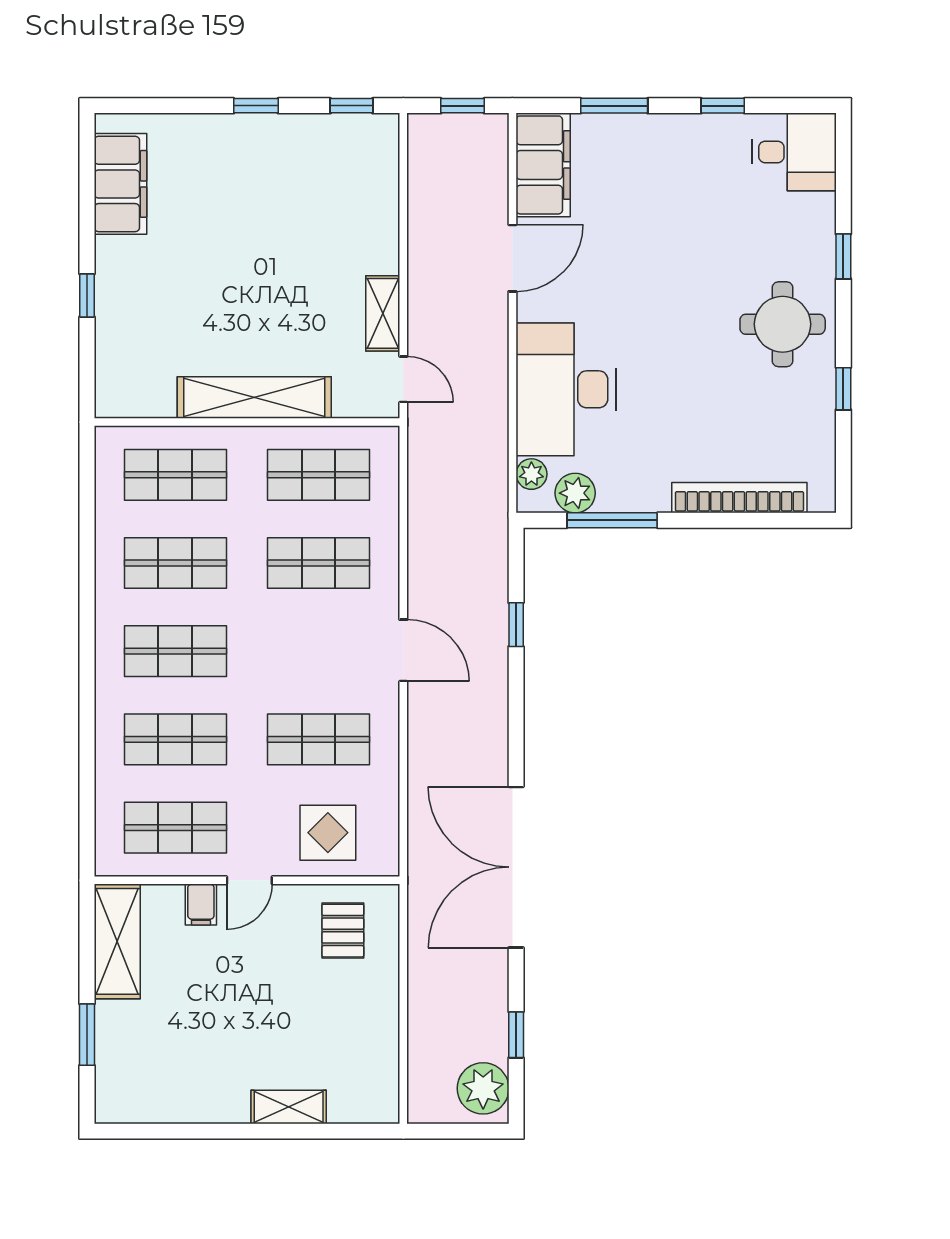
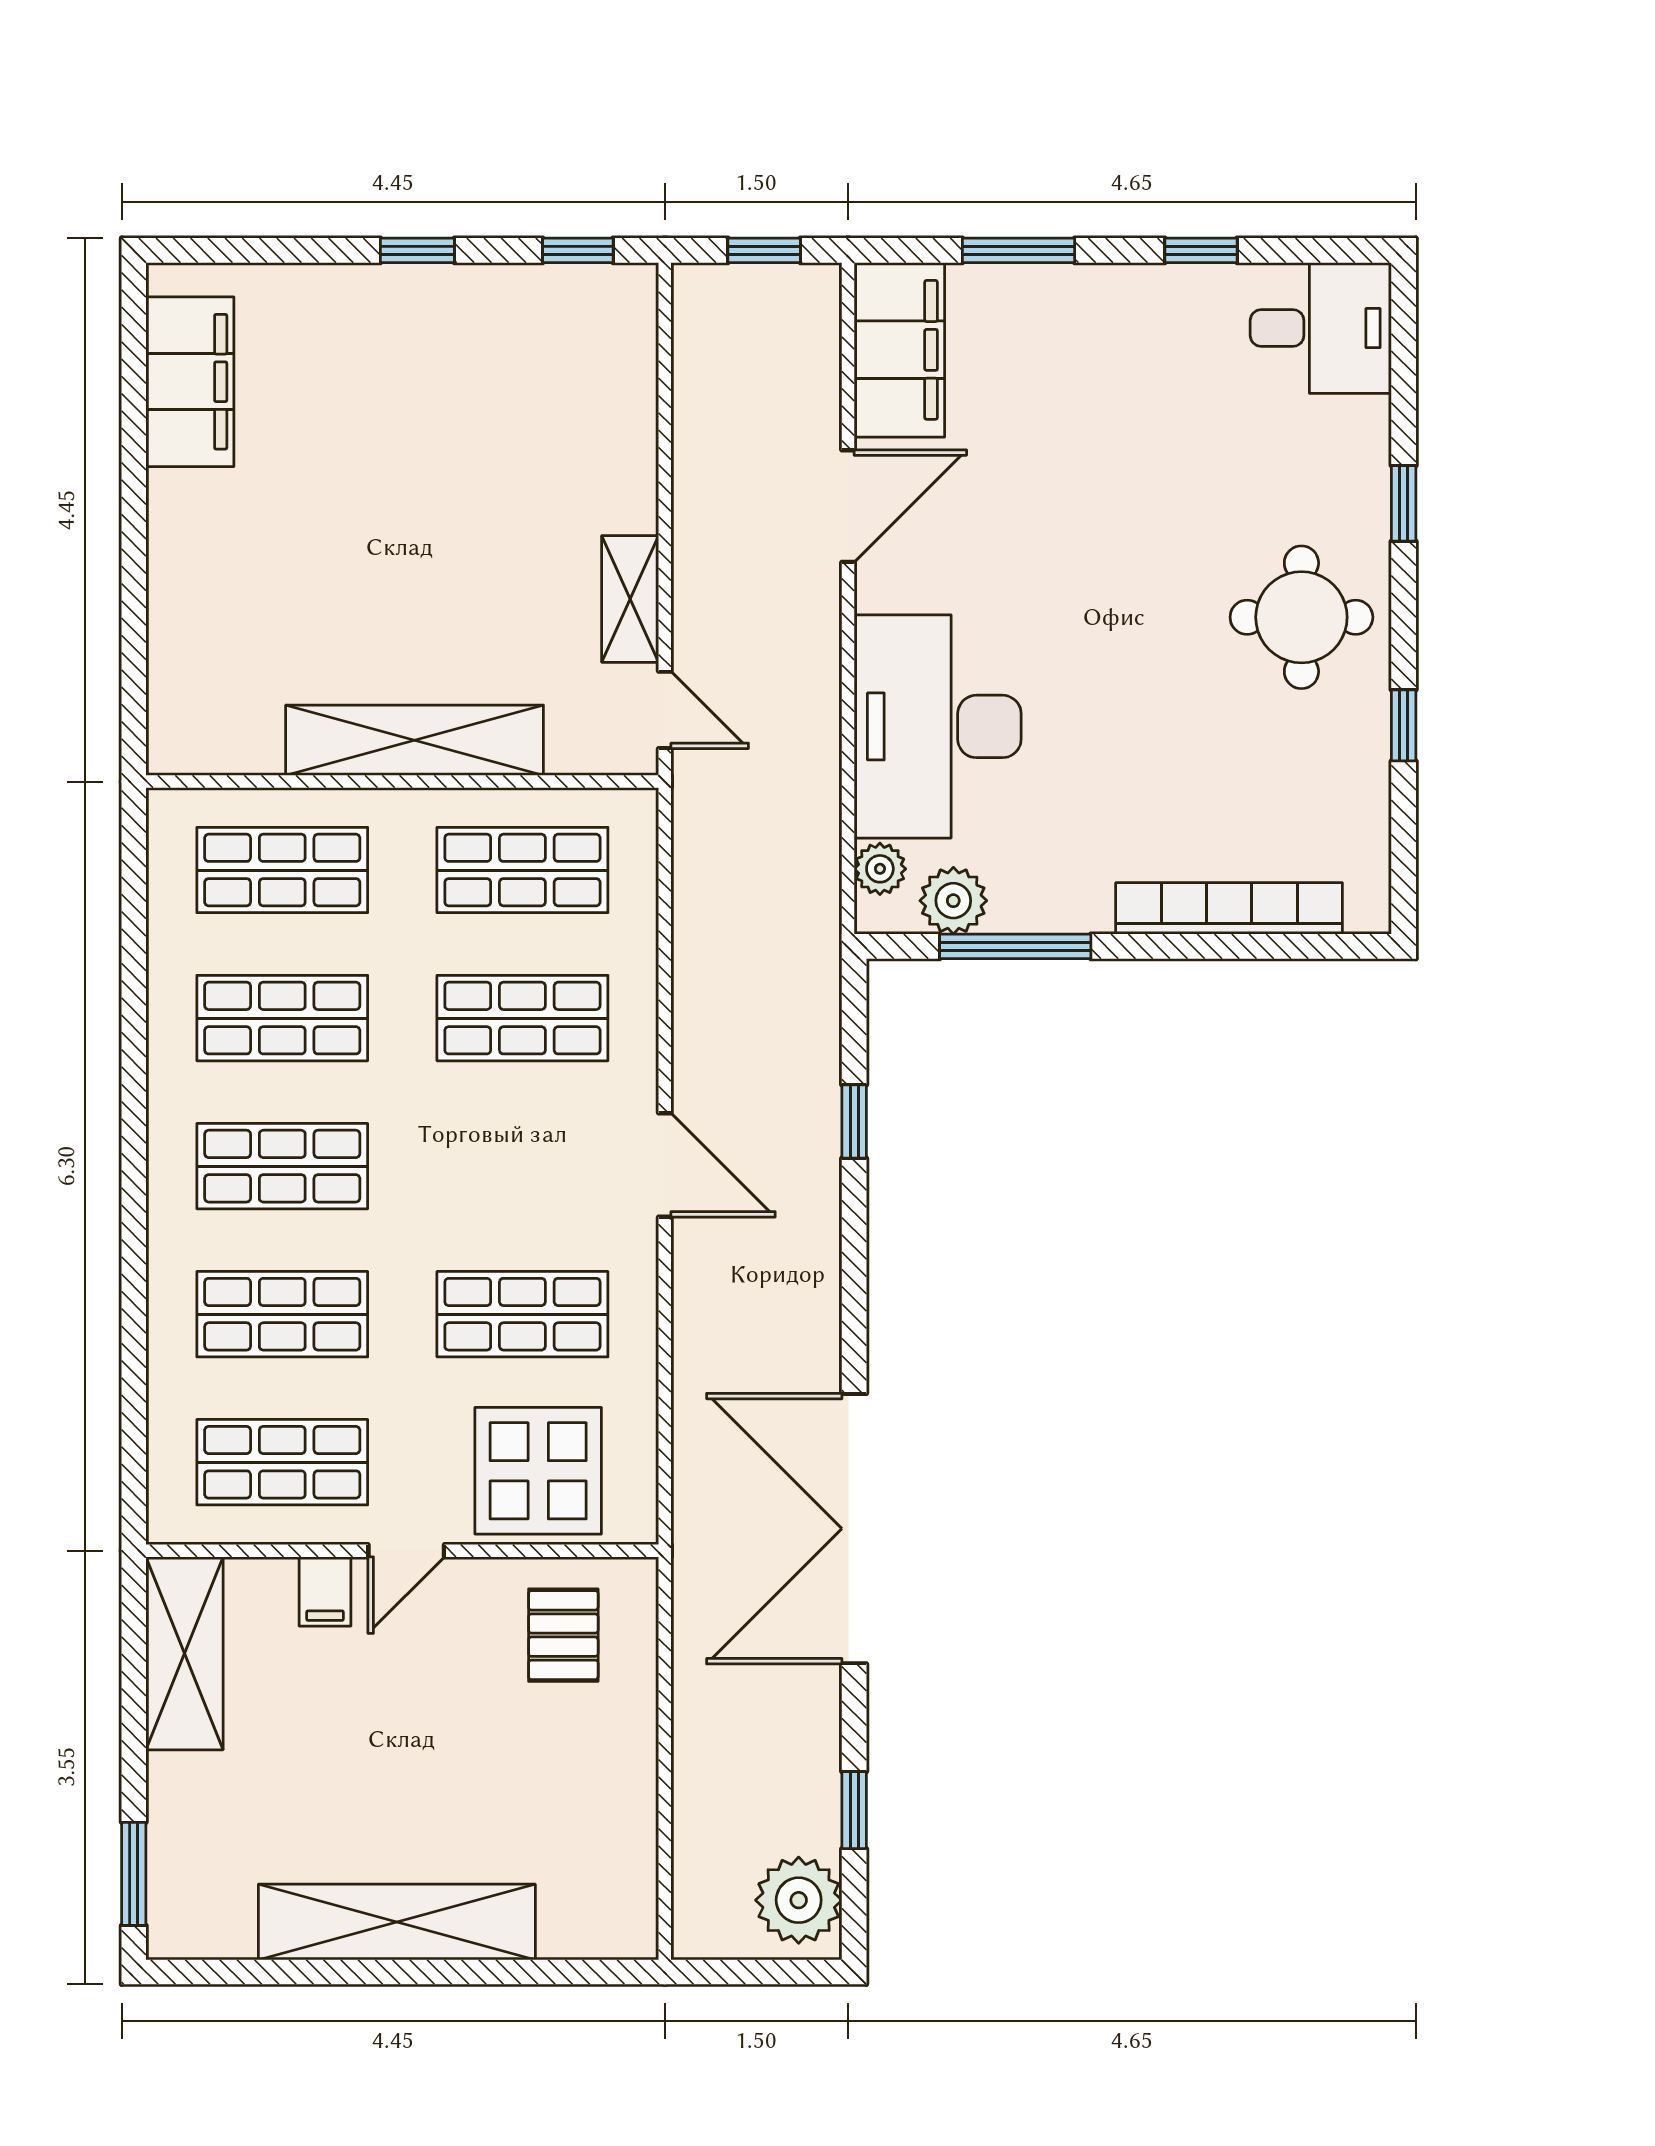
window: (87, 295) -> (134, 569), removed
display table: (328, 833) -> (538, 1471), width x1.36, depth x1.36
window: (87, 1035) -> (134, 1874), moved
shelving: (289, 1107) -> (397, 1922), width x2.20, depth x1.33

